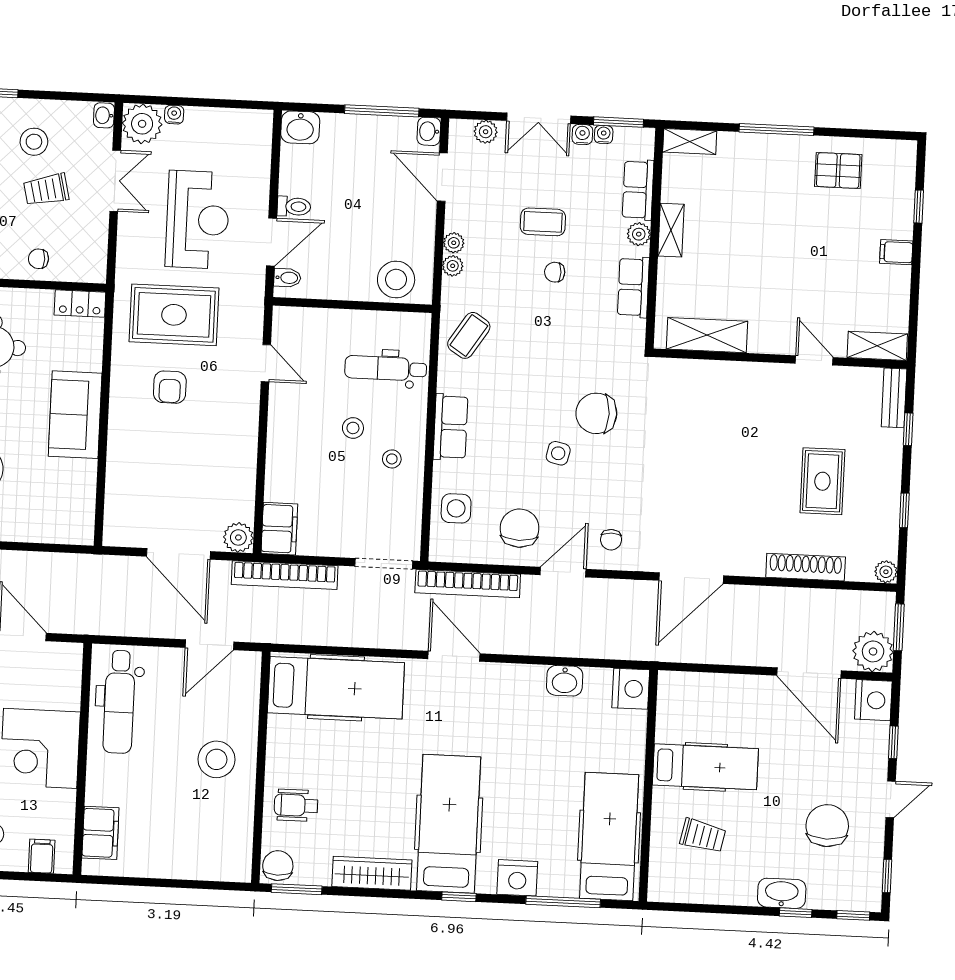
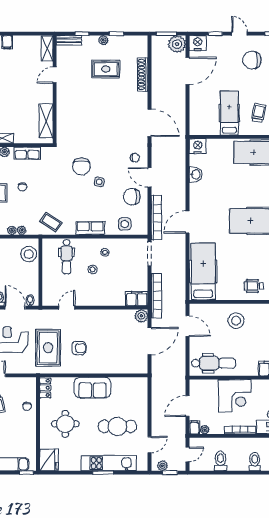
plant: (886, 572) -> (103, 40), moved
wheelchair: (296, 805) -> (254, 286), turned 90

